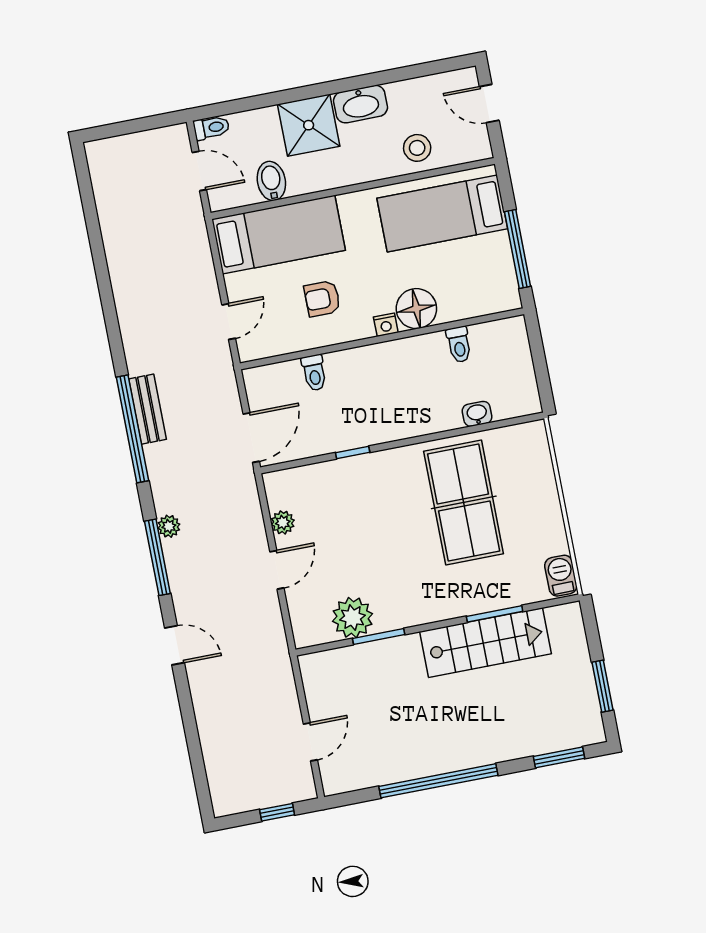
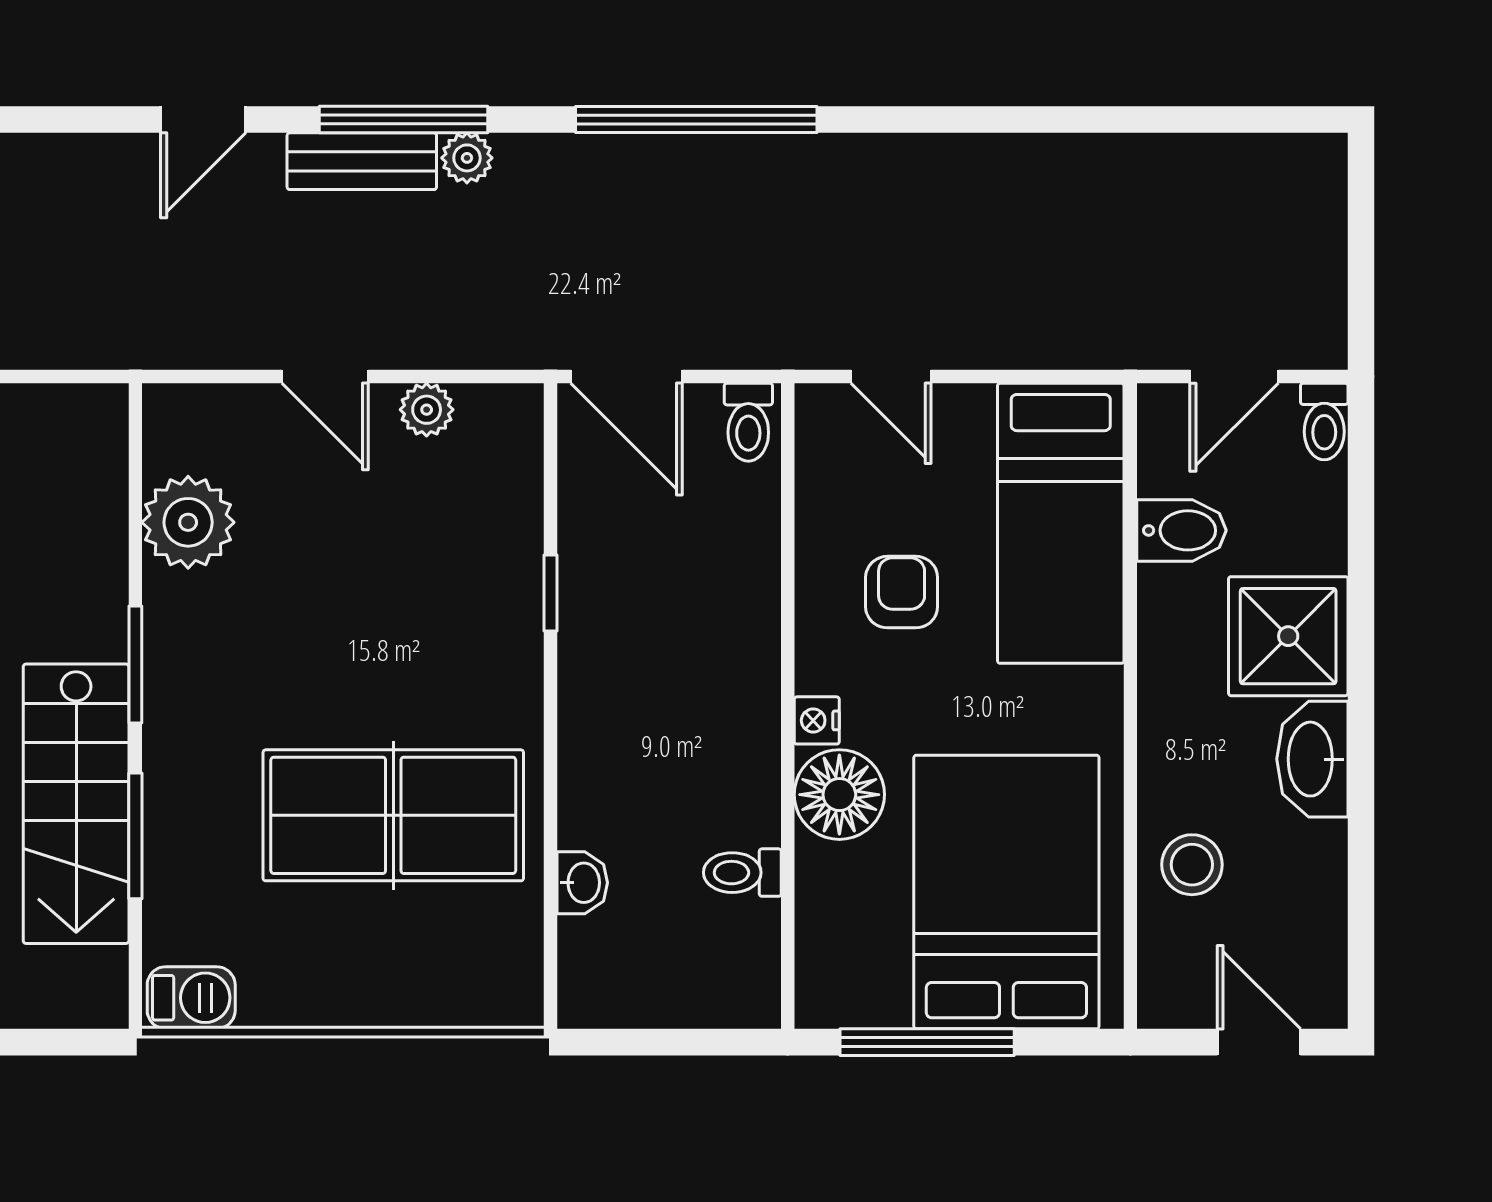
door: (489, 103) -> (1259, 1042), hinge flipped
bed: (442, 213) -> (1006, 892), width x1.50
toilet: (314, 373) -> (748, 422), moved, turned -90
bench: (148, 409) -> (362, 161), moved
window: (379, 636) -> (135, 664), moved

